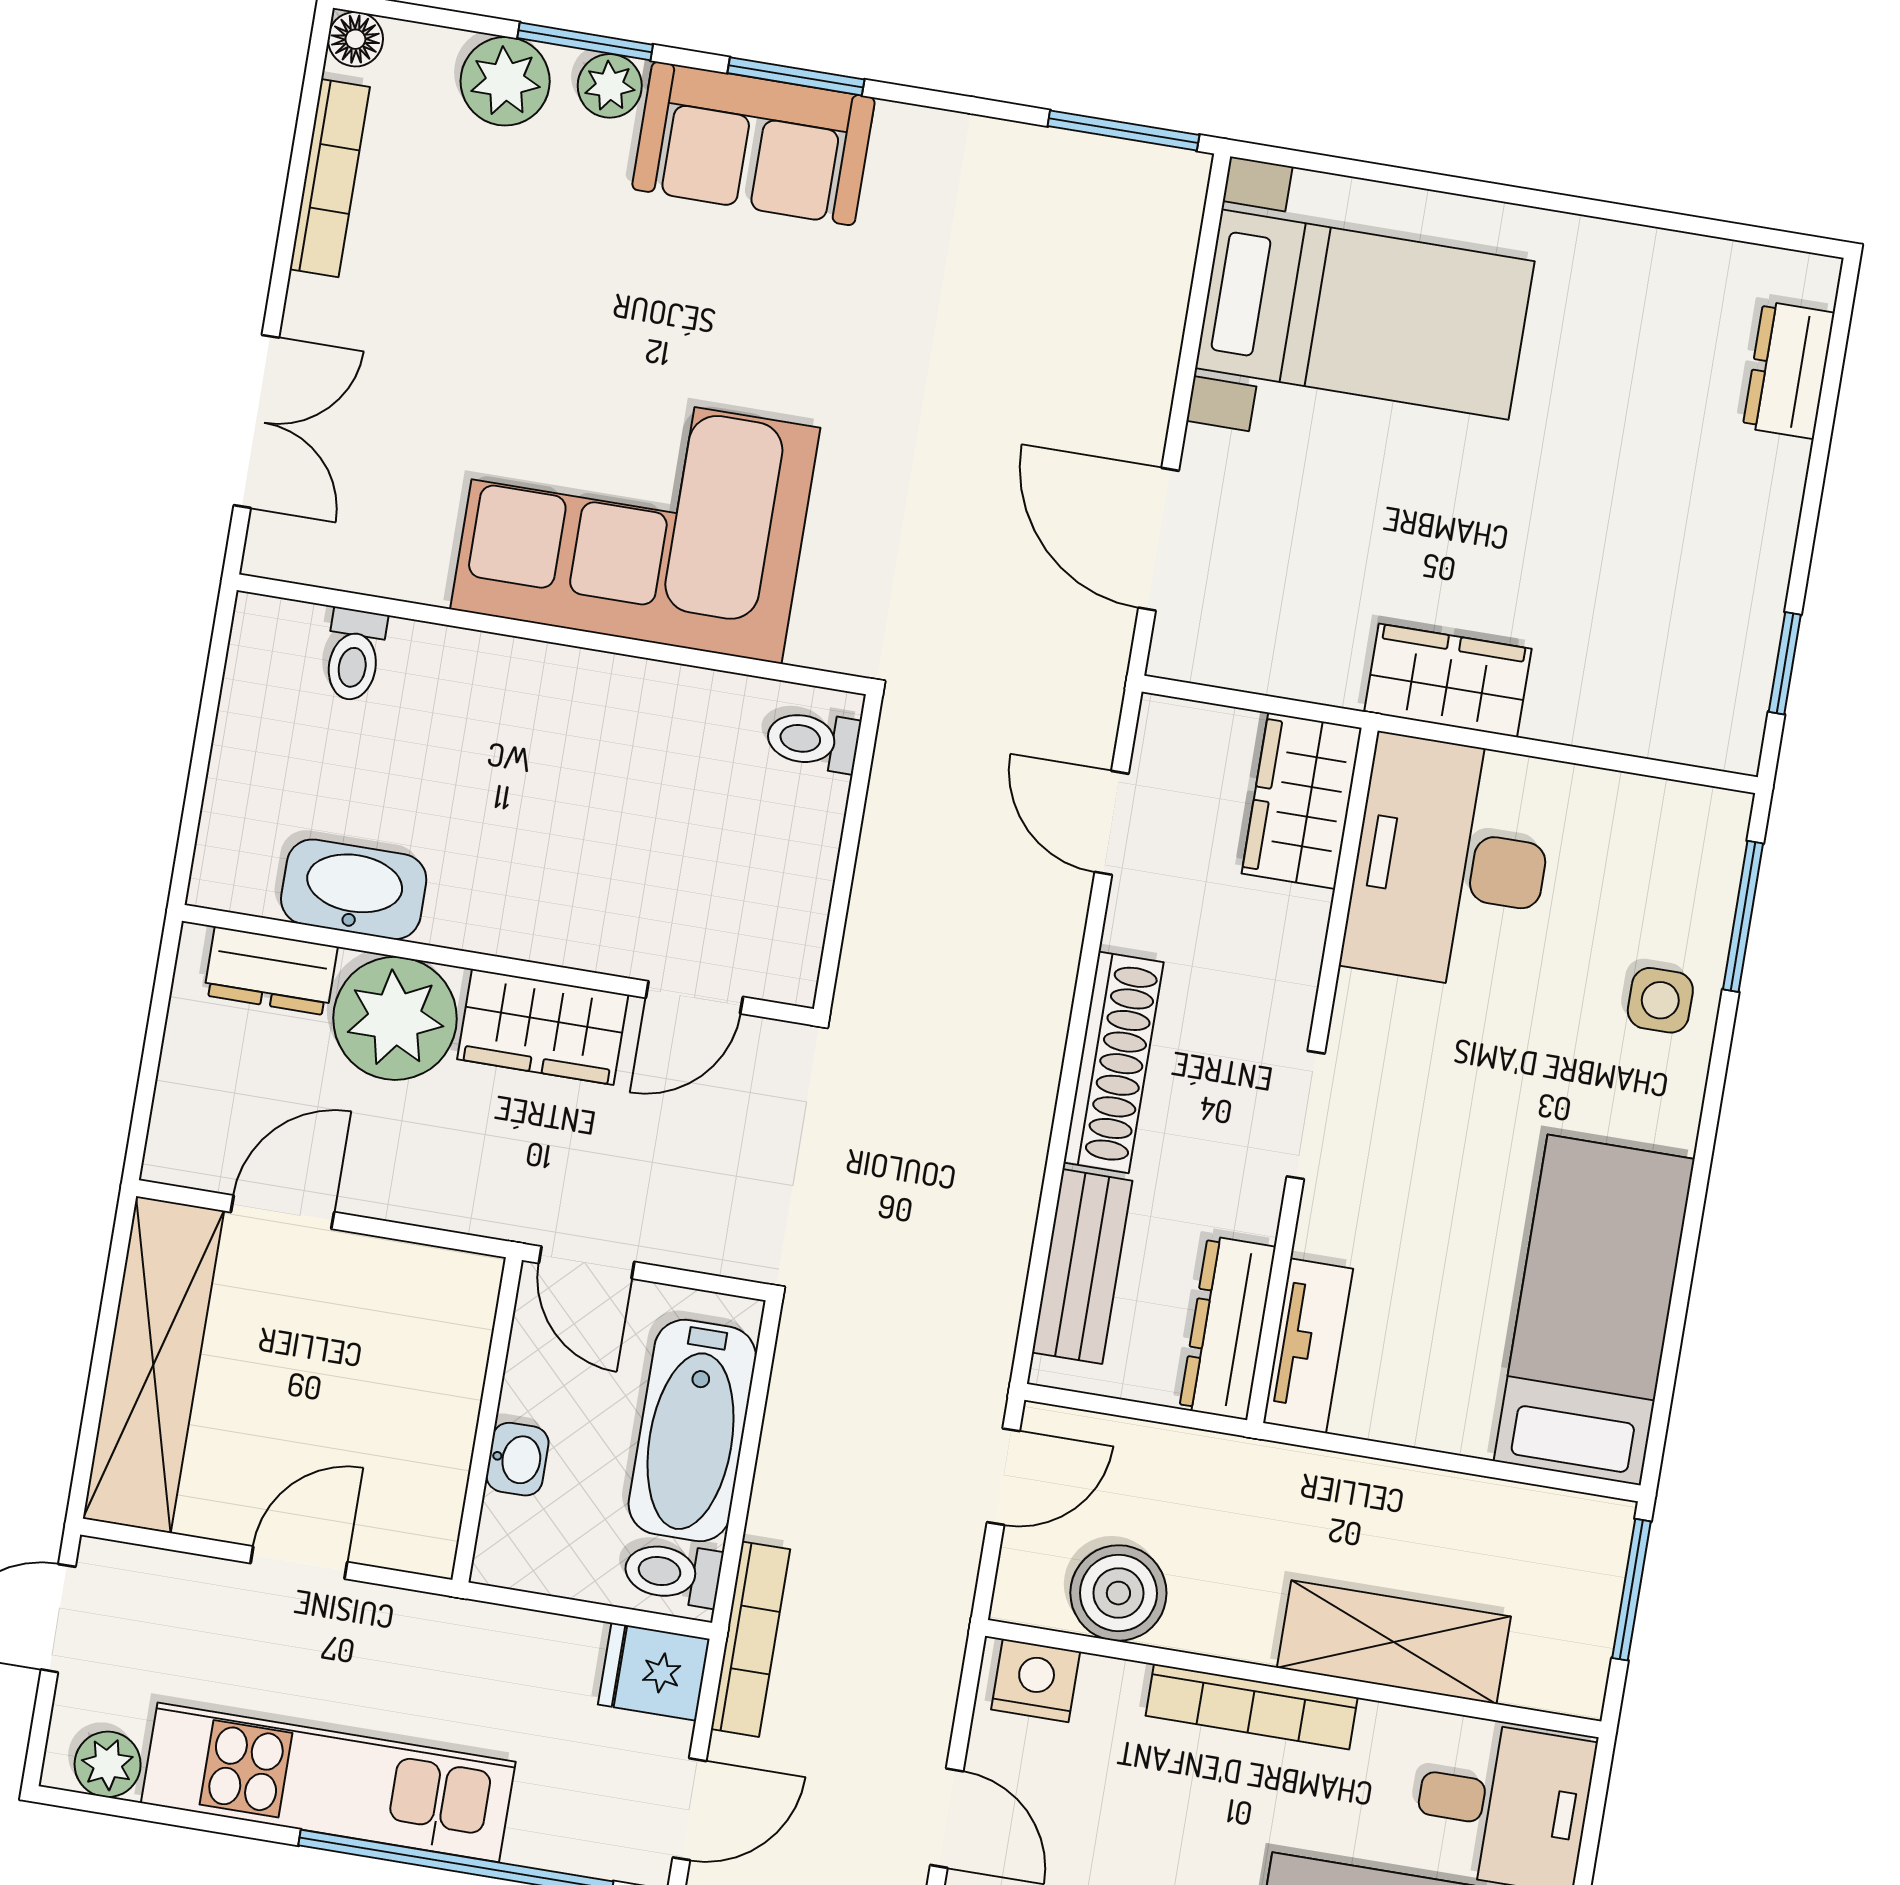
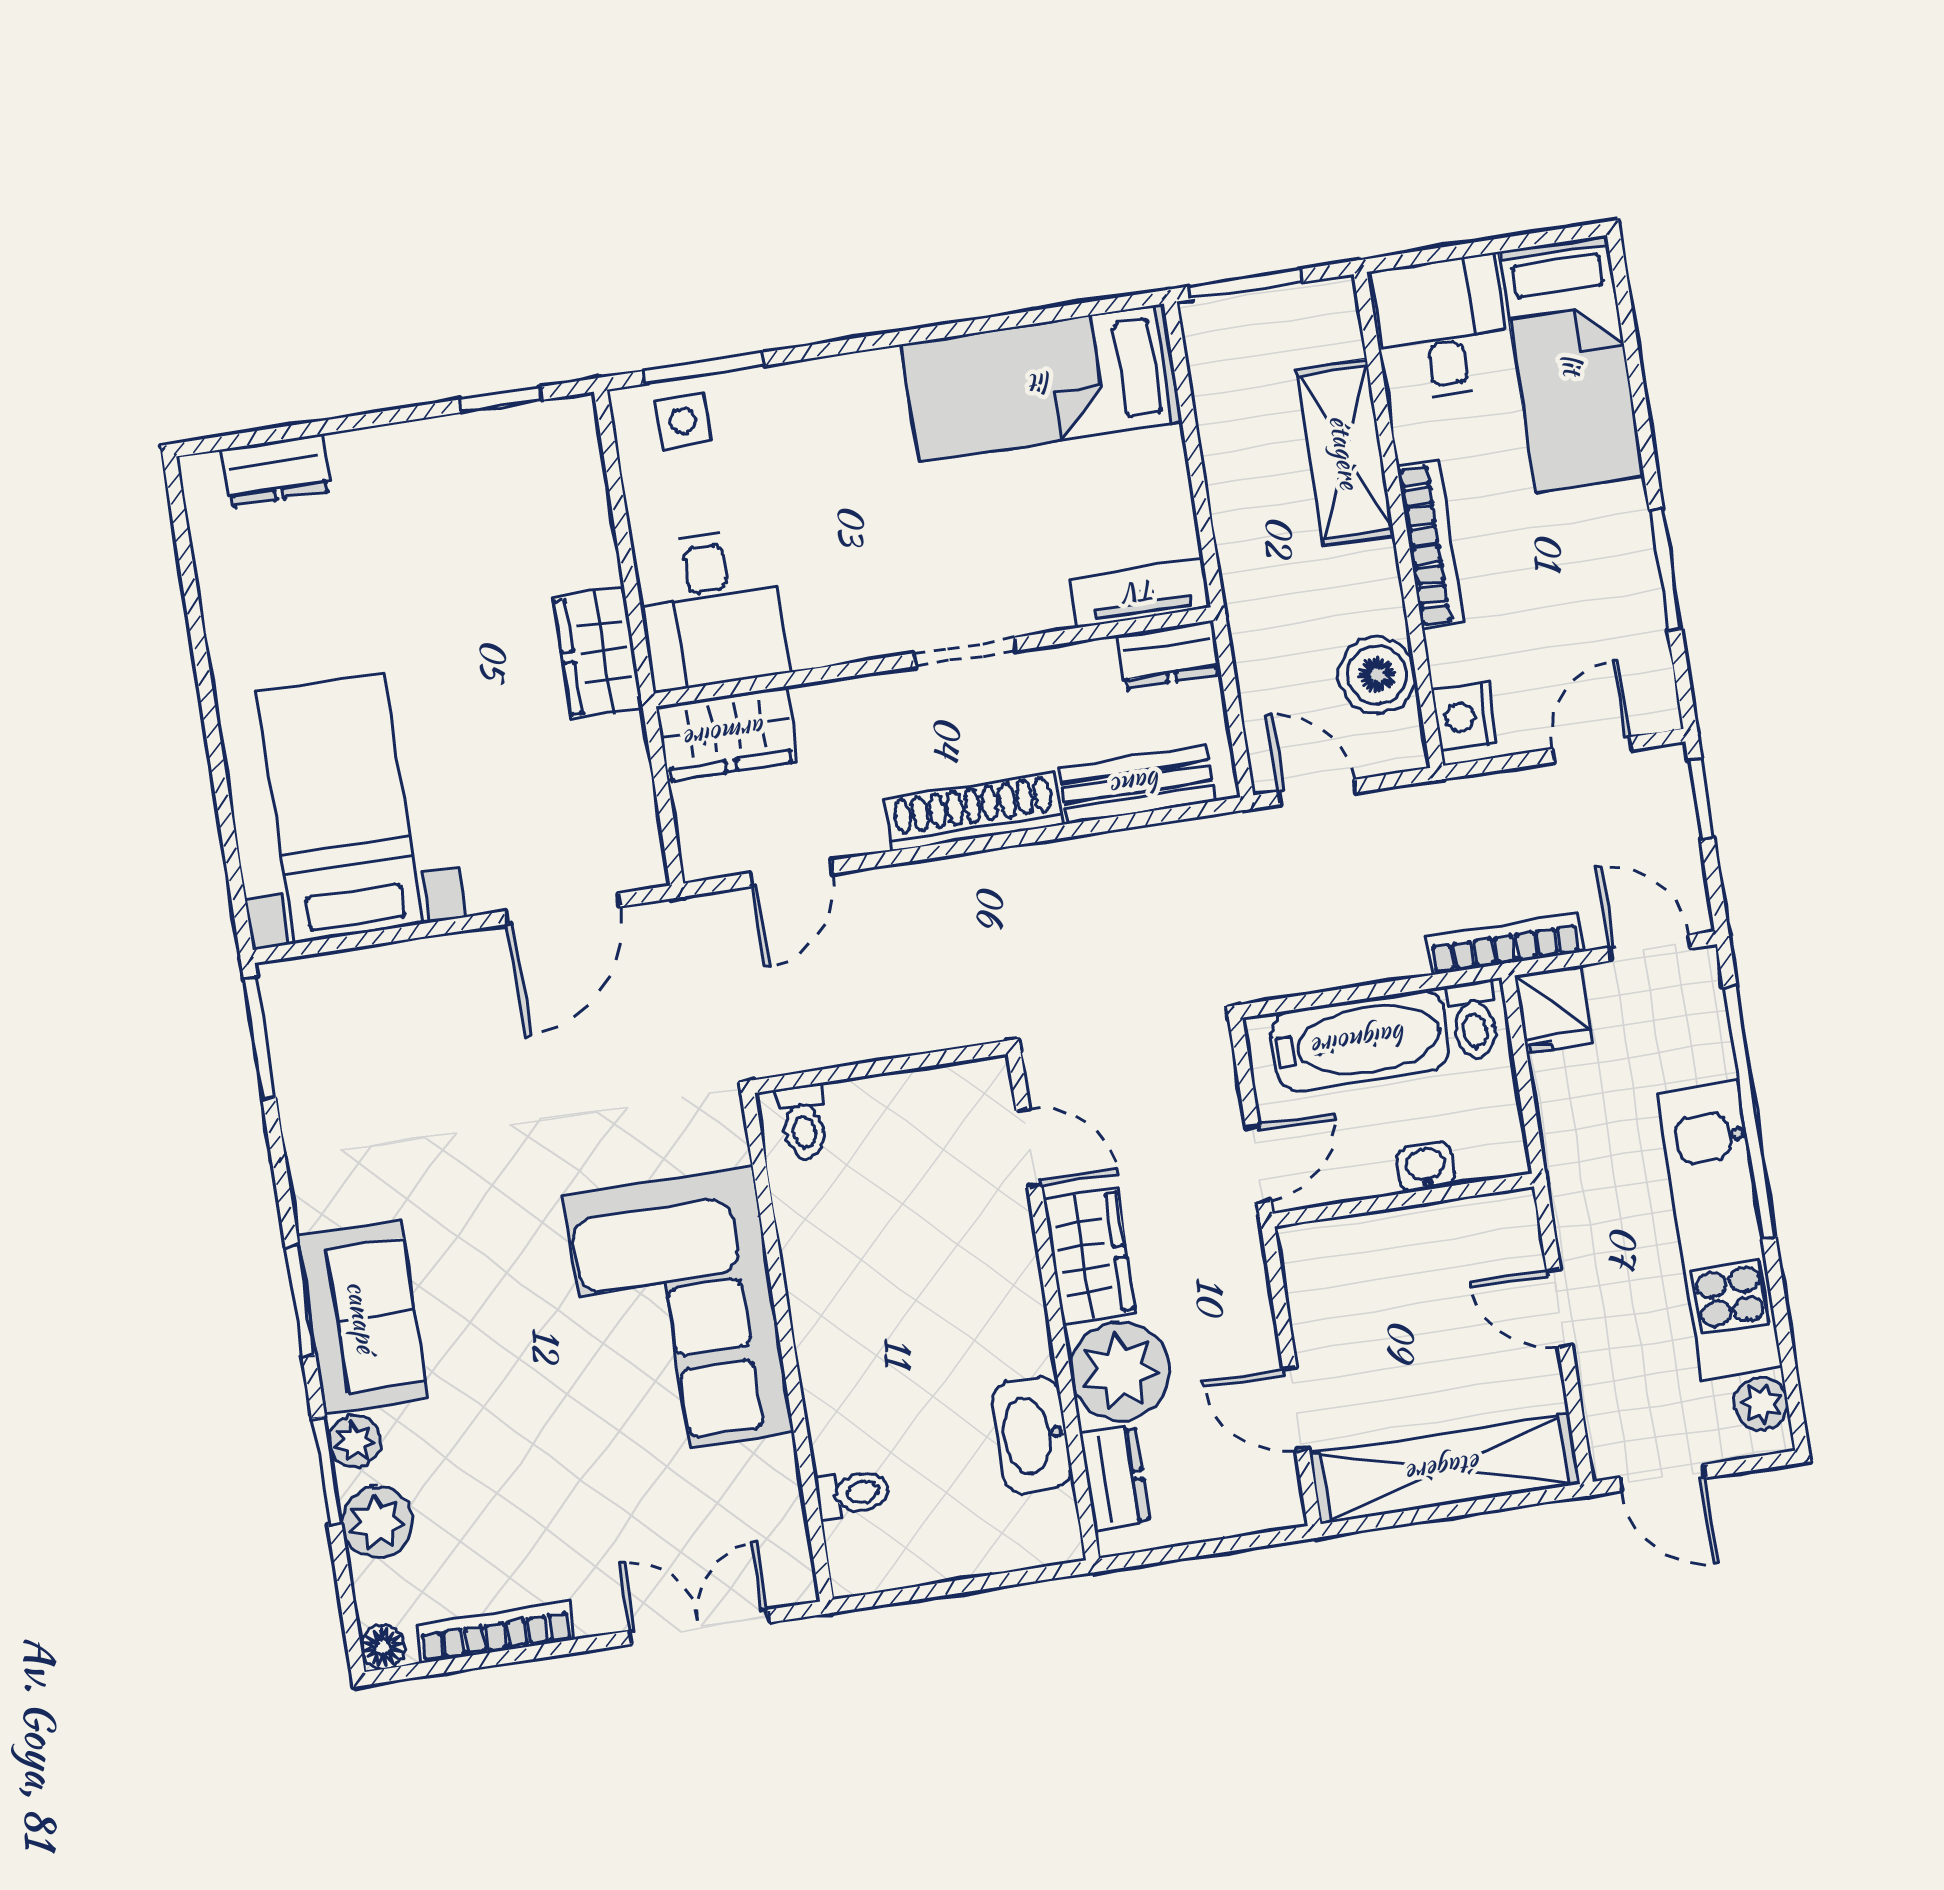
desk: (1450, 863) -> (711, 609), width x0.73
side table: (1660, 1000) -> (683, 421), moved
dresser: (1228, 1328) -> (1169, 655), width x0.70

